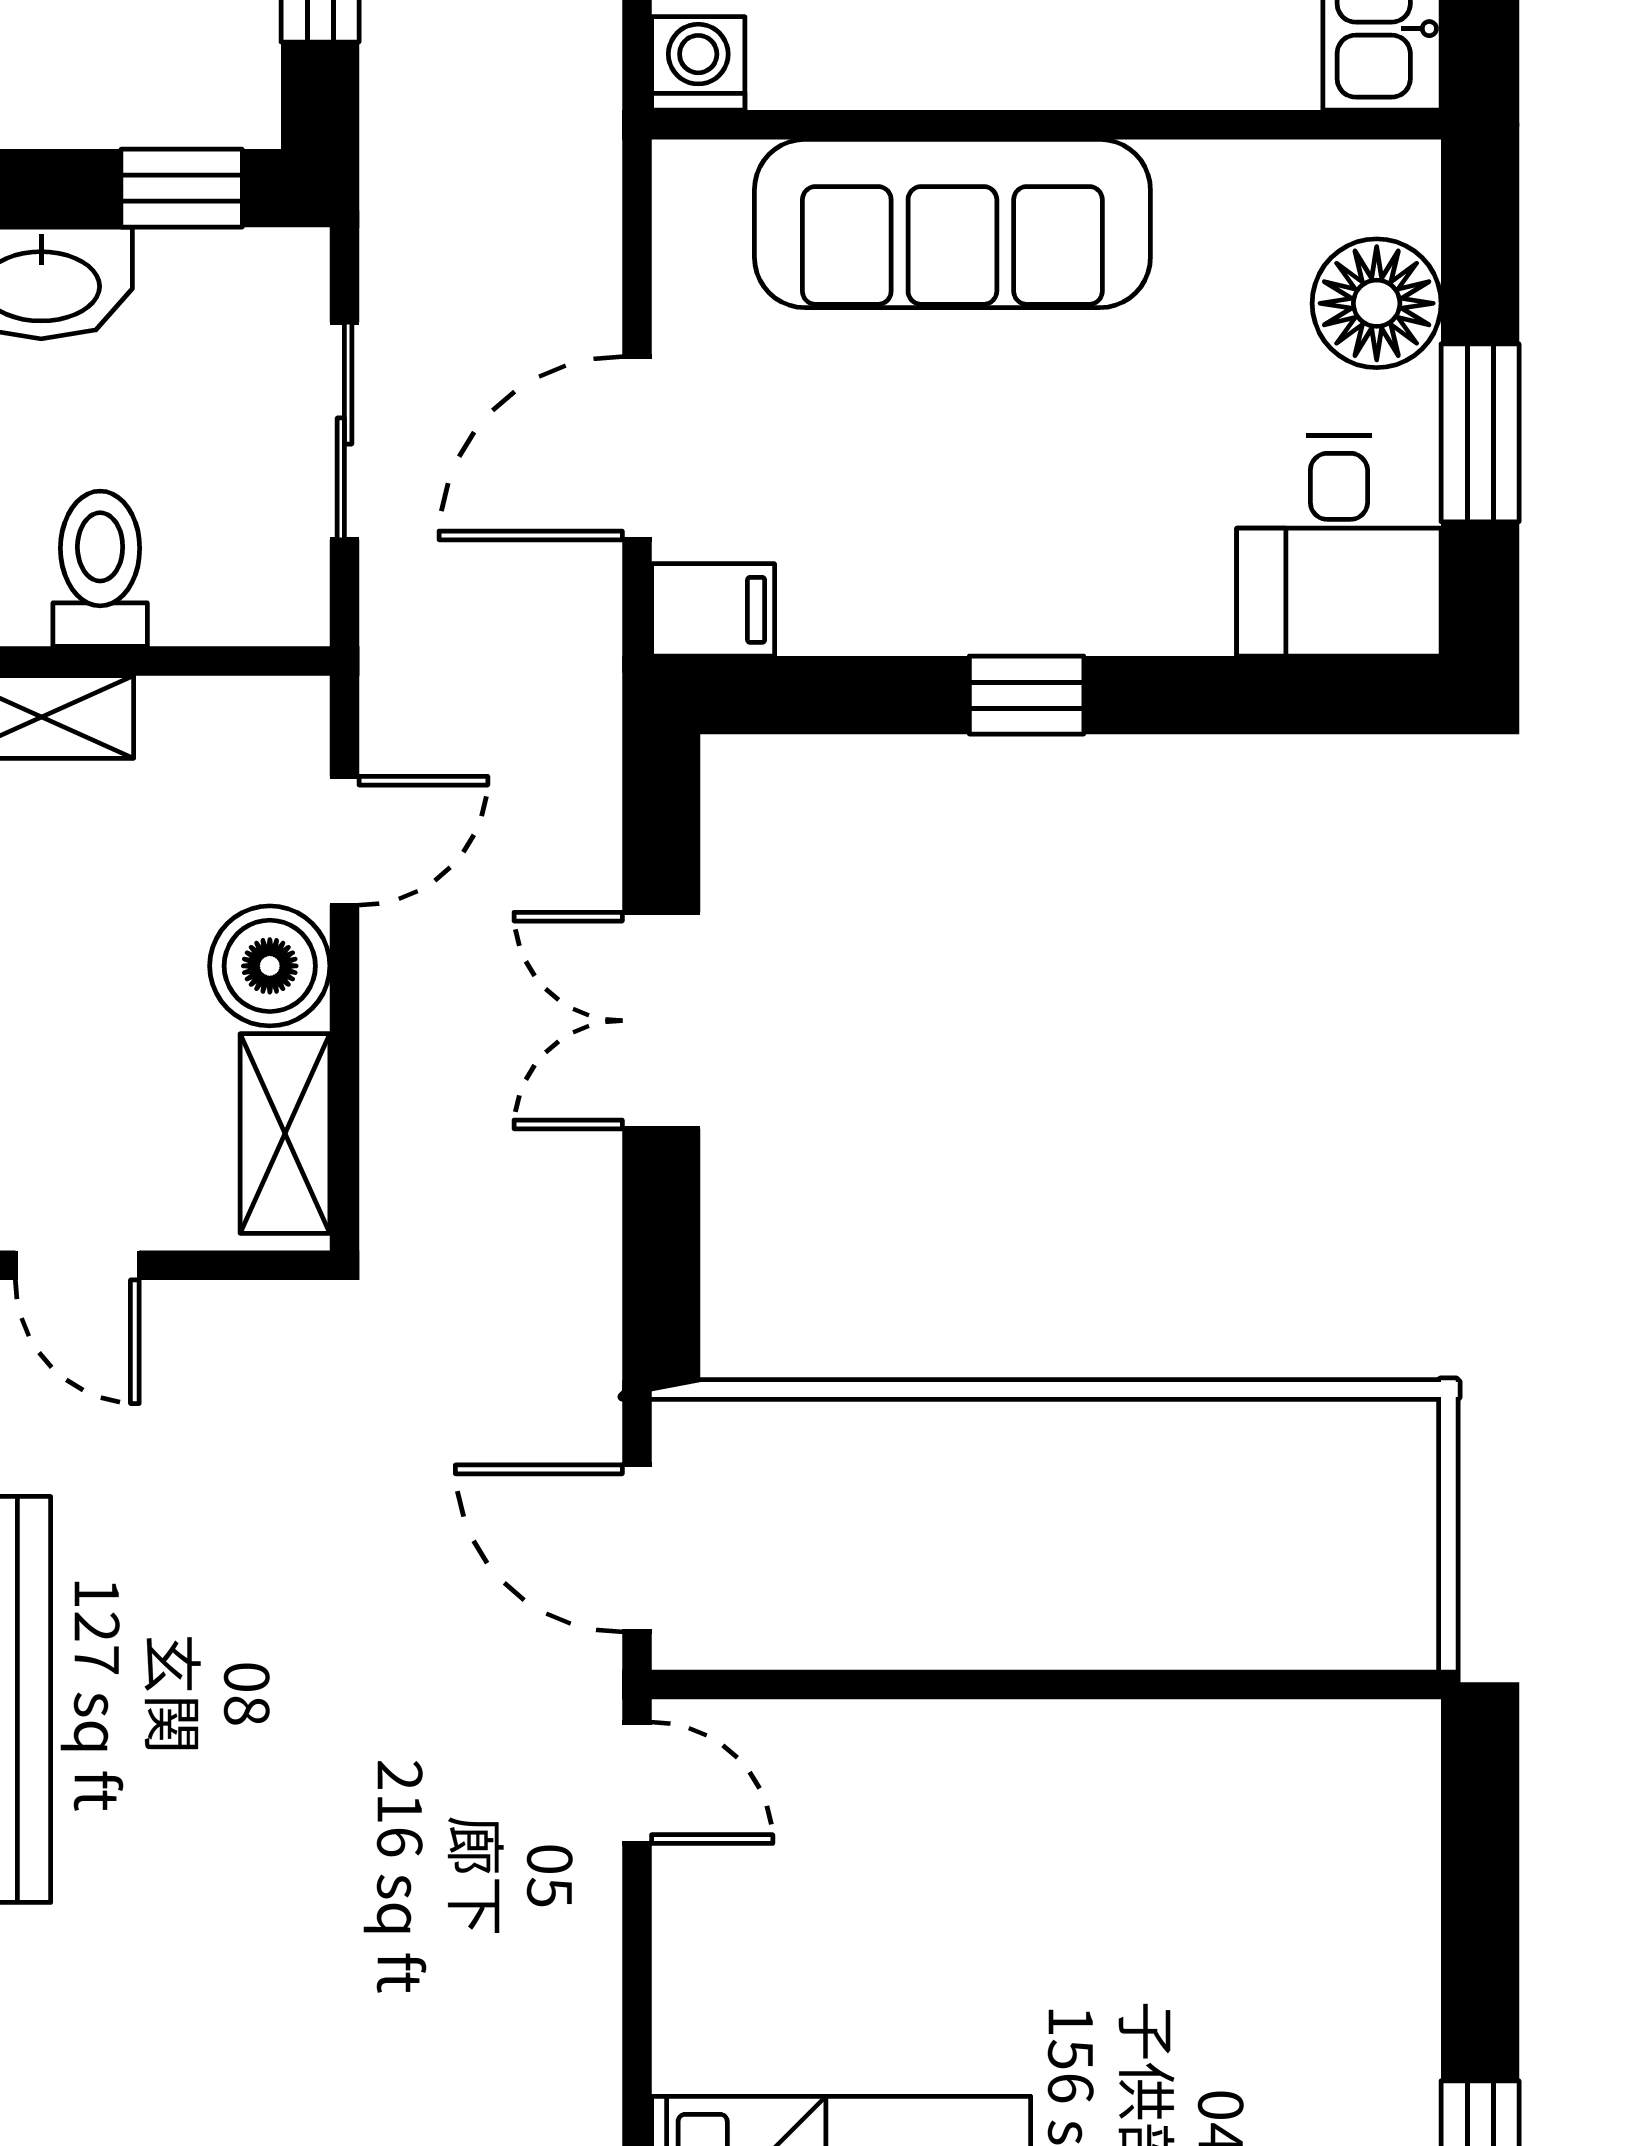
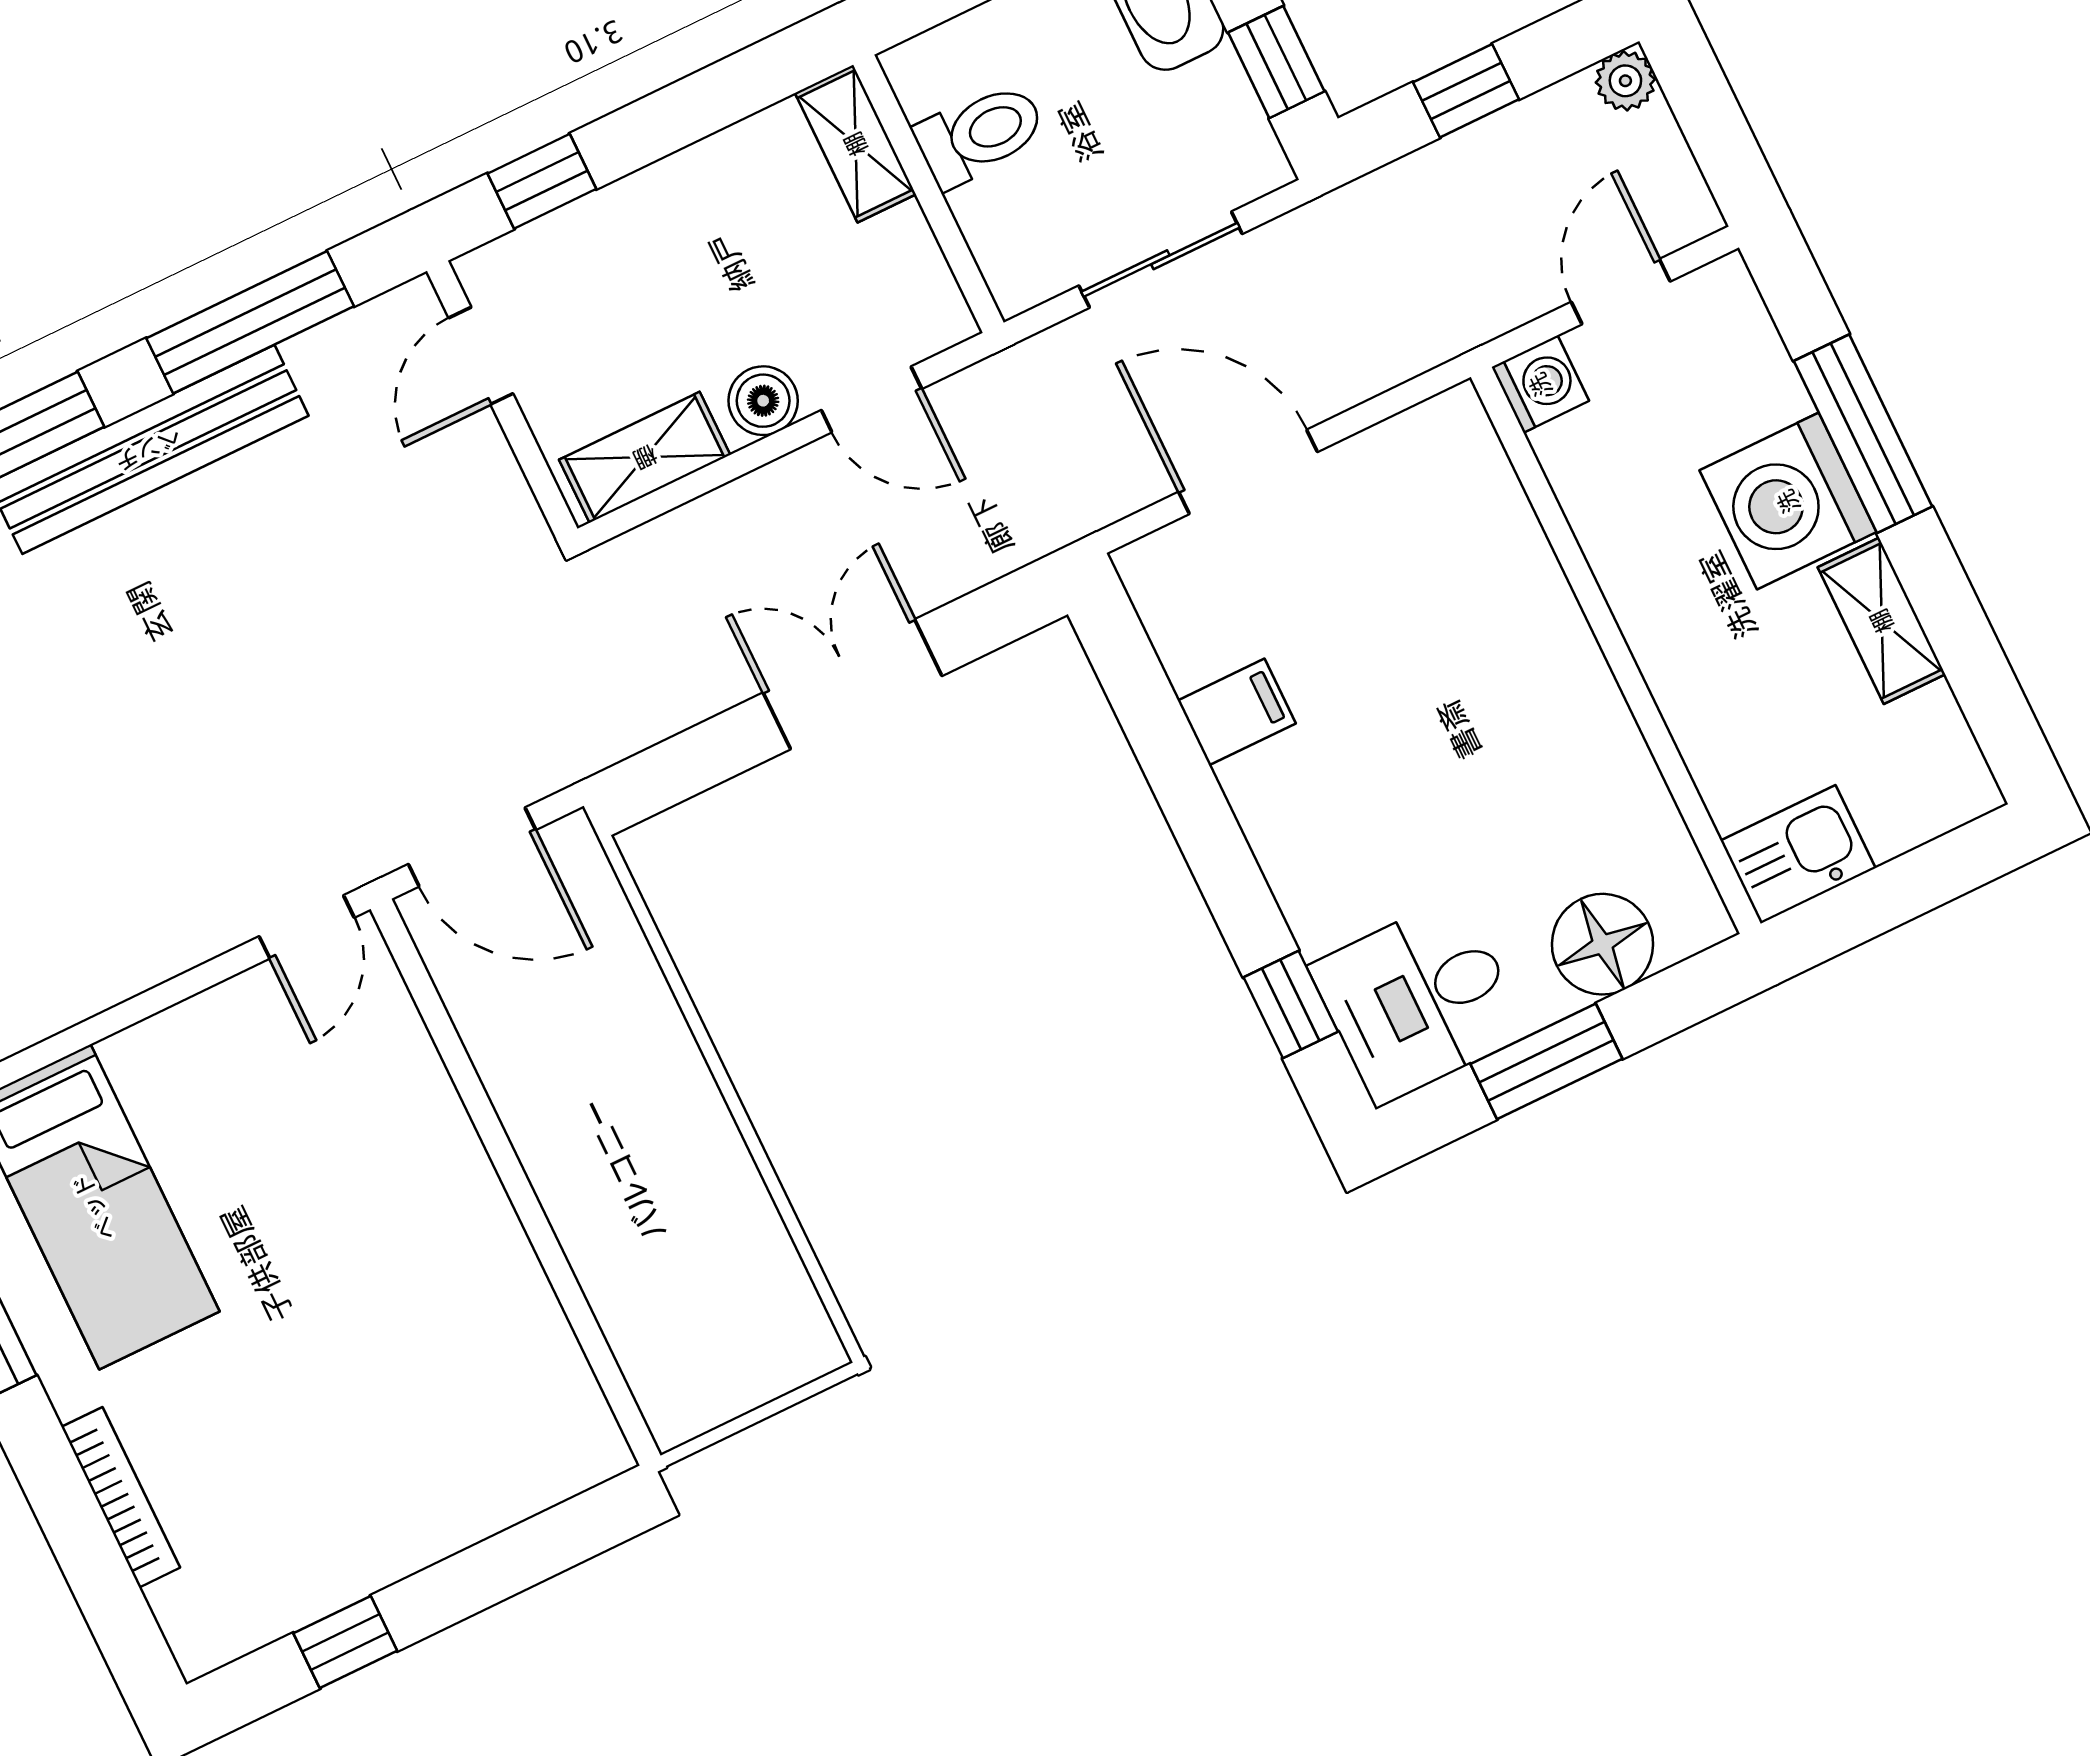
sofa: (952, 224) -> (1514, 618), removed
filing cabinet: (713, 610) -> (1237, 712), moved, turned -90
window: (1027, 695) -> (1291, 1004), moved
boiler: (270, 966) -> (763, 401), width x0.73, depth x0.73
door: (637, 1548) -> (472, 847), swing flipped

